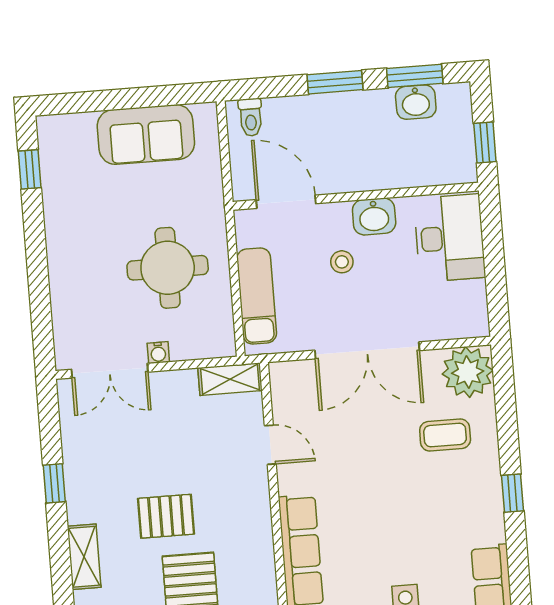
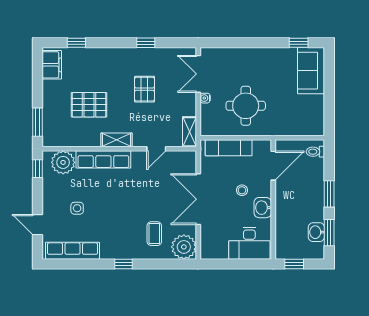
sofa: (146, 135) -> (311, 71), moved
pallet: (166, 516) -> (144, 89), moved
shelving: (84, 557) -> (117, 140), moved

